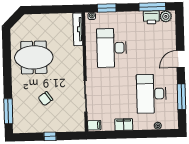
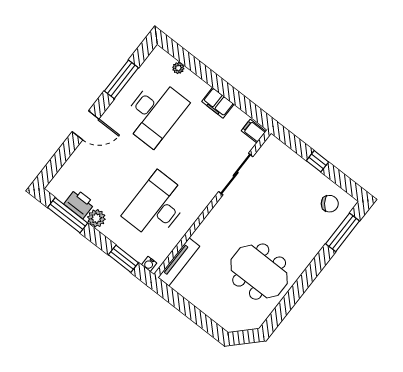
plant: (166, 16) -> (96, 218), moved
desk: (112, 48) -> (157, 206), turned 180
chair: (45, 99) -> (330, 204), moved

